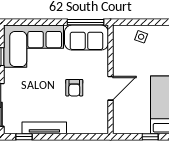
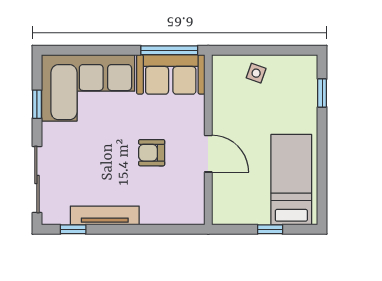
armchair: (74, 88) -> (152, 153), turned 90
door: (111, 88) -> (208, 154), hinge flipped

